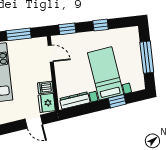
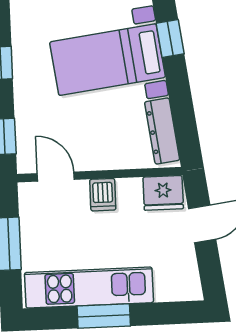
door: (51, 54) -> (56, 177), hinge flipped
dishwasher: (45, 87) -> (103, 195), moved

